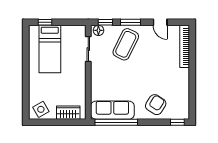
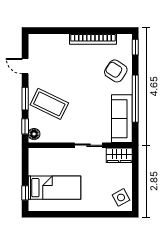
door: (160, 22) -> (25, 66), swing flipped
bookcase: (185, 46) -> (93, 39), moved
sliding door: (88, 49) -> (89, 145), moved
wardrobe: (68, 113) -> (119, 155), moved, turned -90
window: (116, 122) -> (135, 99), moved

